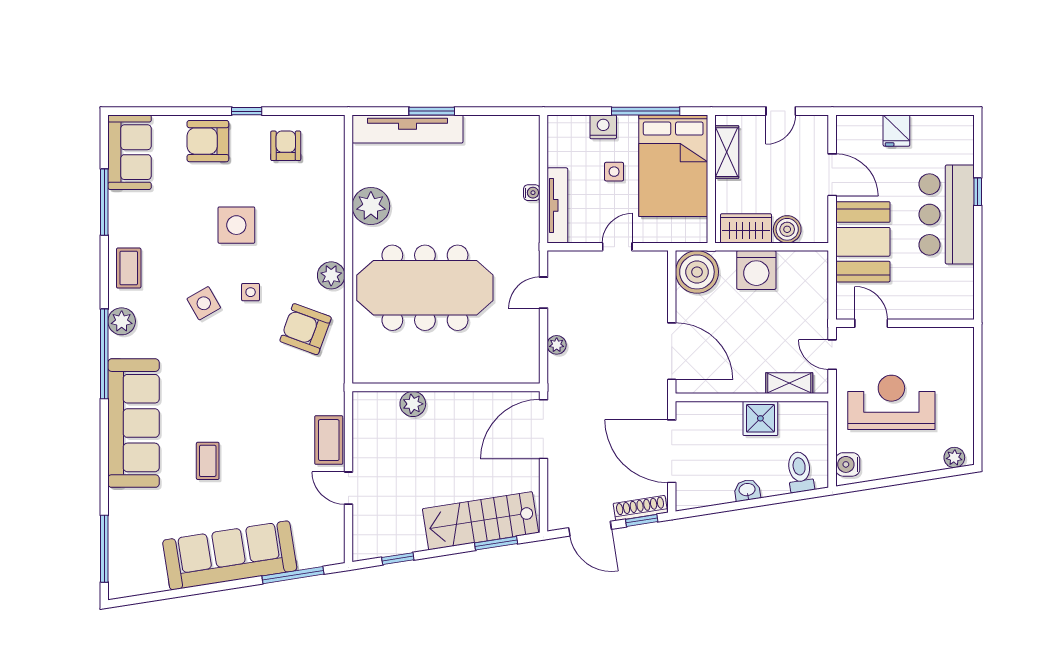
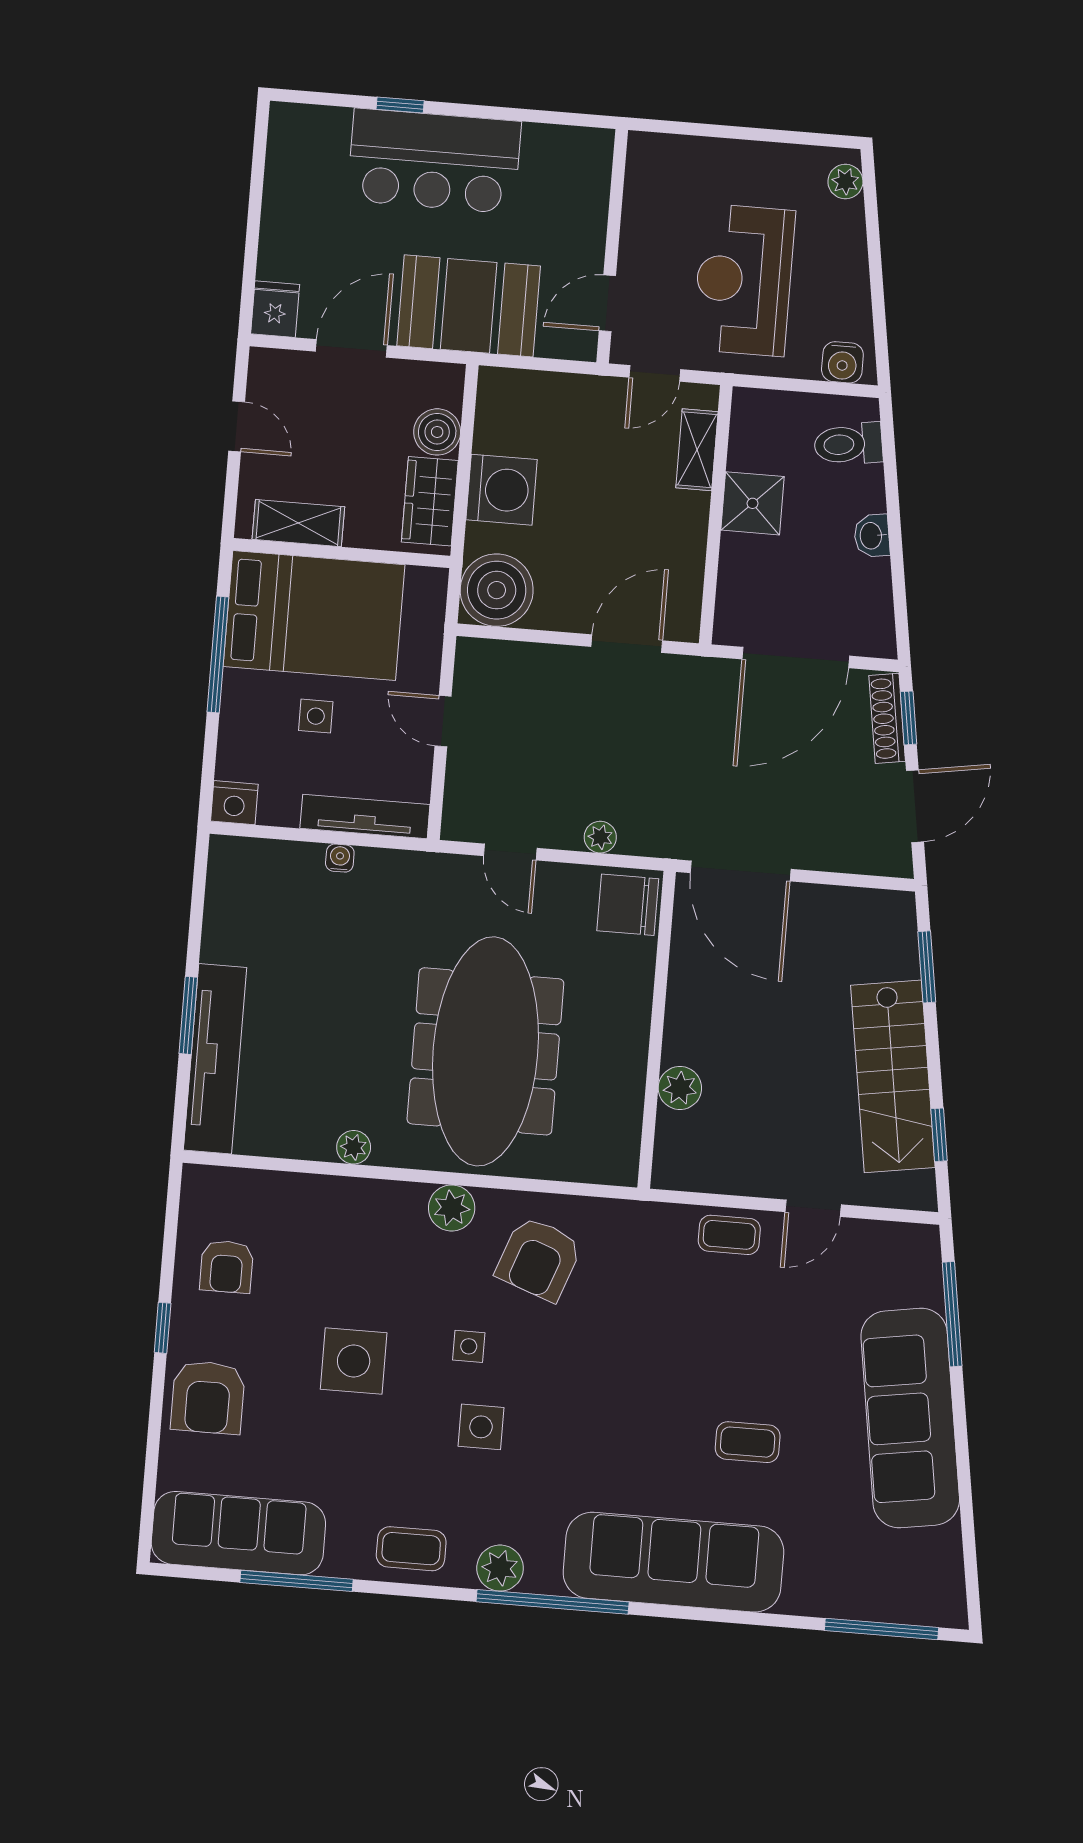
nightstand: (603, 127) -> (234, 803), moved, turned -90
fridge: (896, 131) -> (275, 309), moved, turned -90
armchair: (286, 146) -> (227, 1267), turned -90
sofa: (130, 152) -> (238, 1533), width x1.36
plant: (371, 206) -> (354, 1147), width x0.53, depth x0.53
side table: (204, 303) -> (481, 1427), turned 30
door: (672, 351) -> (627, 644), width x0.73
chair: (518, 364) -> (628, 905), added
coffee table: (329, 440) -> (729, 1235), width x0.73, depth x0.77
stairs: (480, 521) -> (893, 1076), moved

